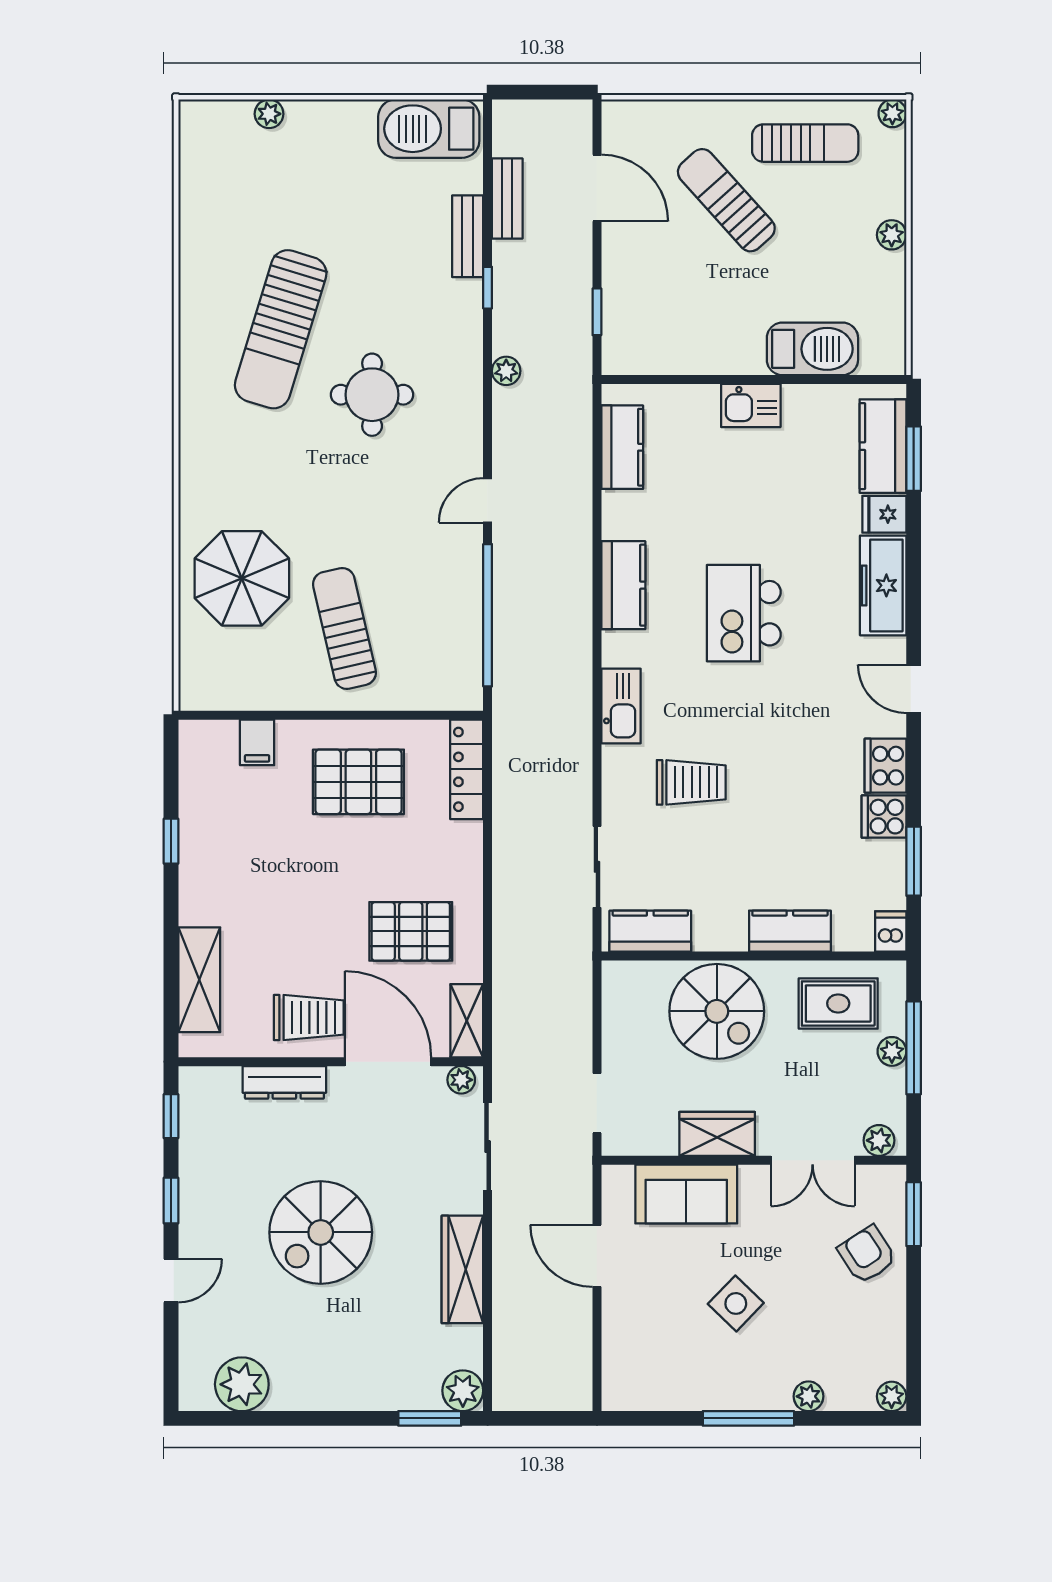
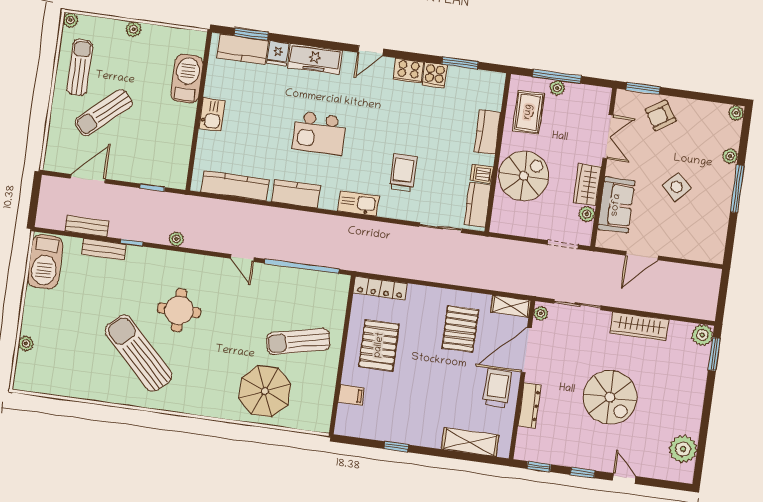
sun lounger: (281, 329) -> (138, 353), turned -152
kitchen counter: (622, 447) -> (235, 186), width x1.50
dishwasher: (891, 931) -> (482, 174), moved
plant: (879, 1140) -> (587, 214), moved

